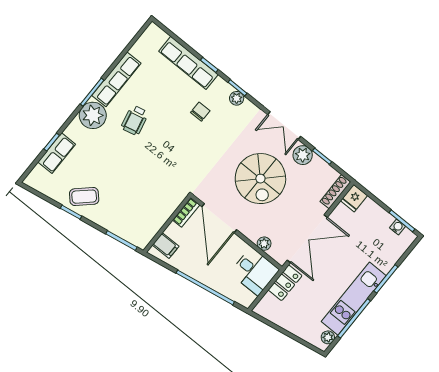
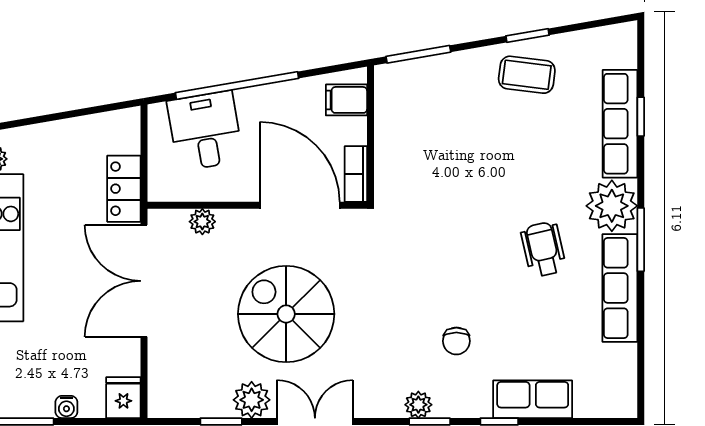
row of seats: (188, 63) -> (533, 399), width x0.68
row of seats: (57, 153) -> (620, 124), width x1.48
shoe rack: (335, 192) -> (159, 385), removed
coffee table: (84, 197) -> (527, 75), turned 50
water cooler: (397, 227) -> (66, 407), moved
desk: (254, 271) -> (205, 131), moved, turned 80

